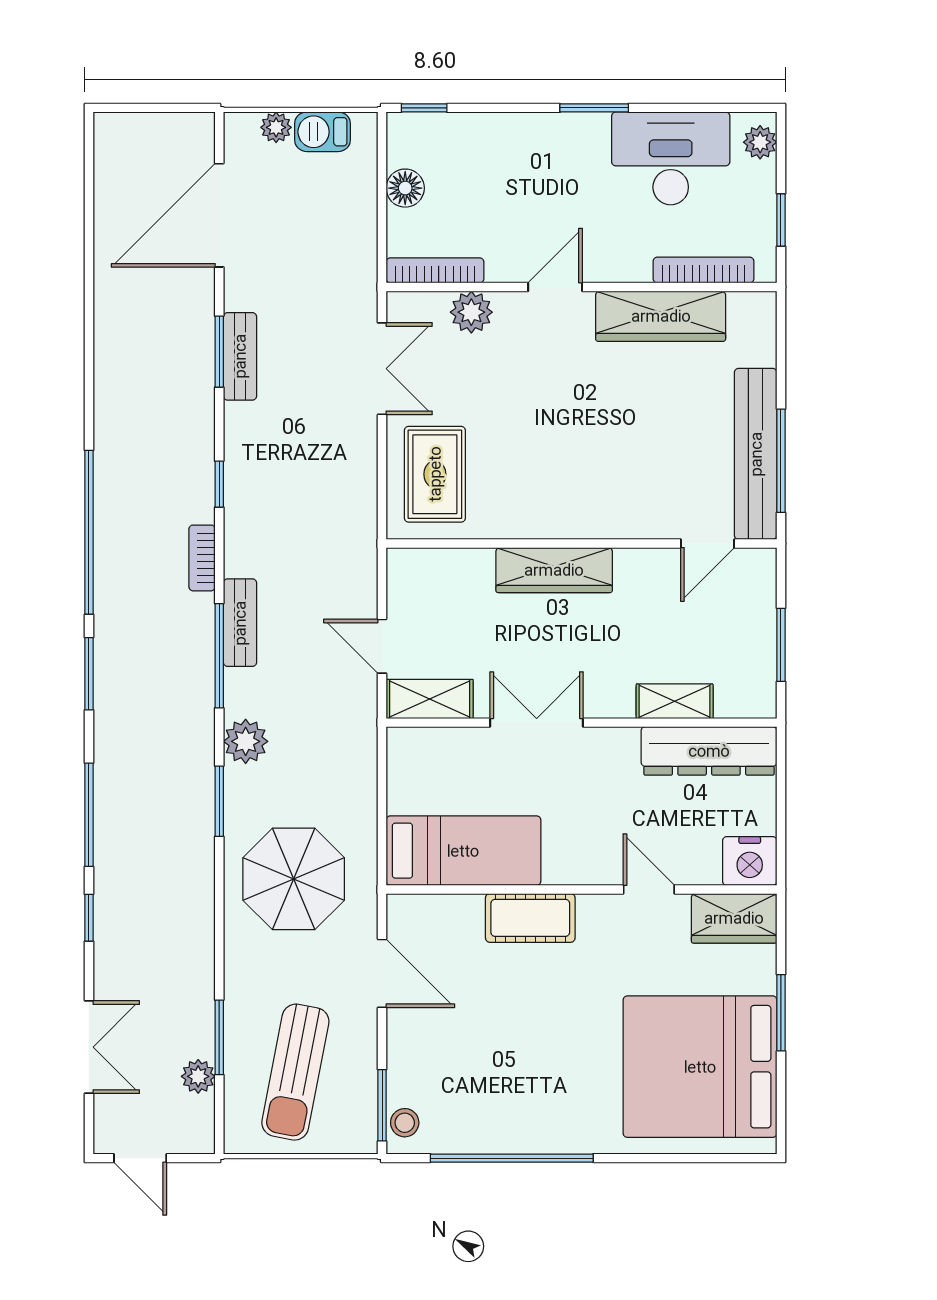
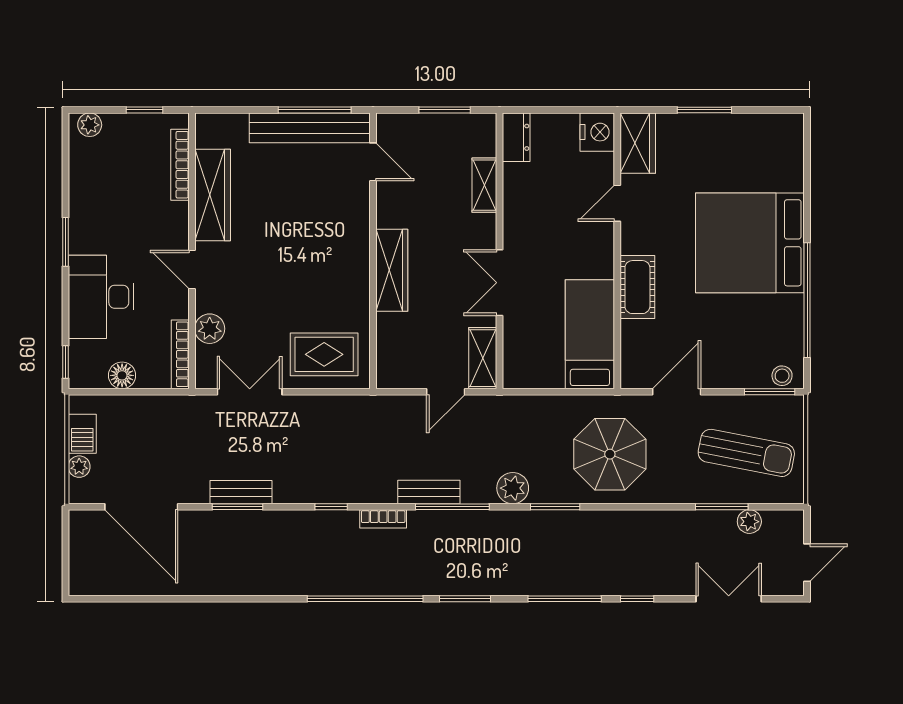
desk: (671, 158) -> (101, 297), moved
dresser: (709, 751) -> (516, 137), width x0.51, depth x0.80
bed: (700, 1067) -> (750, 243), moved, turned 90

